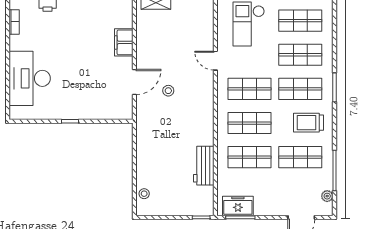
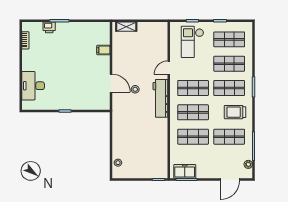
filing cabinet: (124, 42) -> (103, 50), width x0.50
door: (215, 61) -> (169, 68), hinge flipped
desk: (30, 78) -> (33, 86), width x0.73, depth x0.77
door: (134, 82) -> (111, 83), hinge flipped
workbench: (204, 166) -> (160, 98), moved, width x1.38

